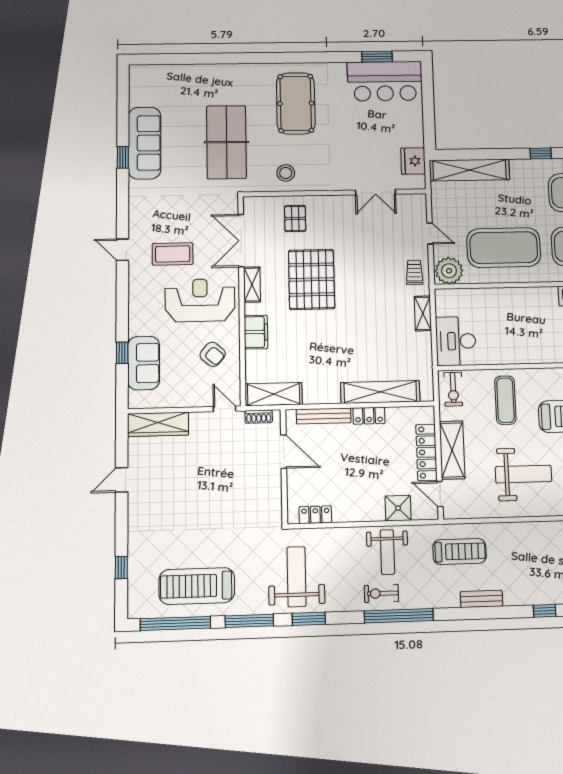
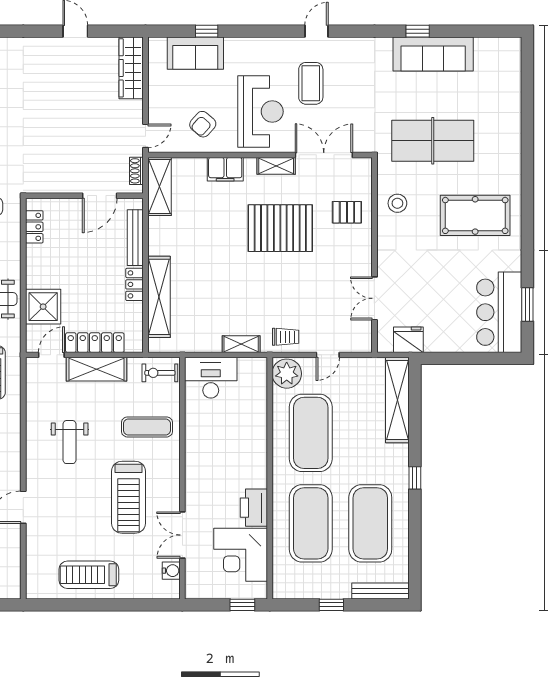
weight bench: (523, 474) -> (70, 442), width x0.73, depth x0.75
shower: (398, 508) -> (43, 307), width x1.36, depth x1.36

